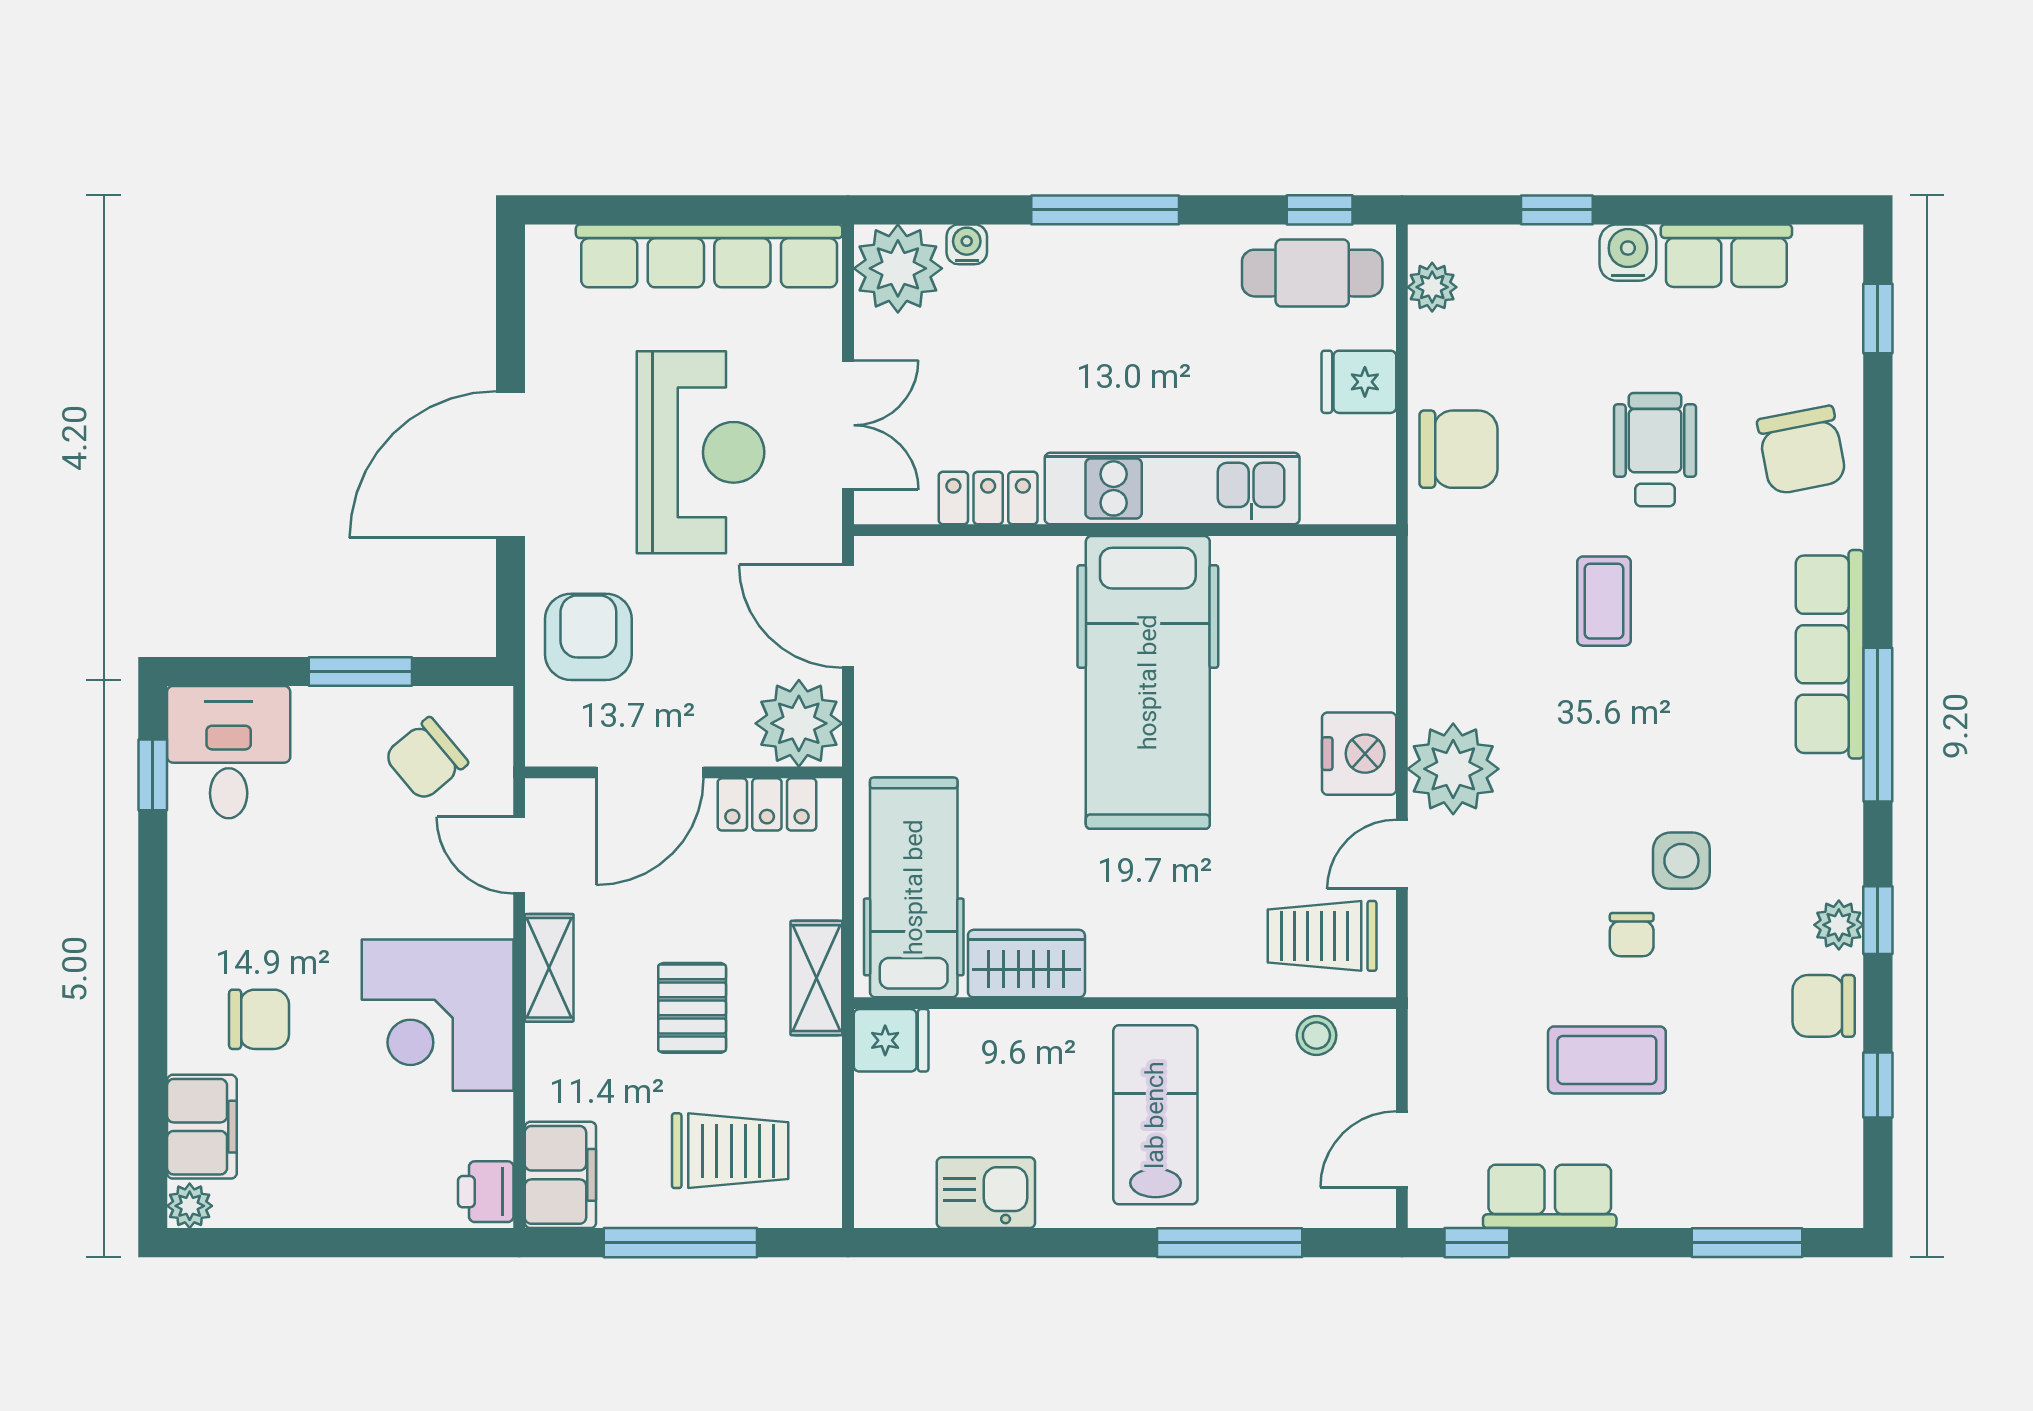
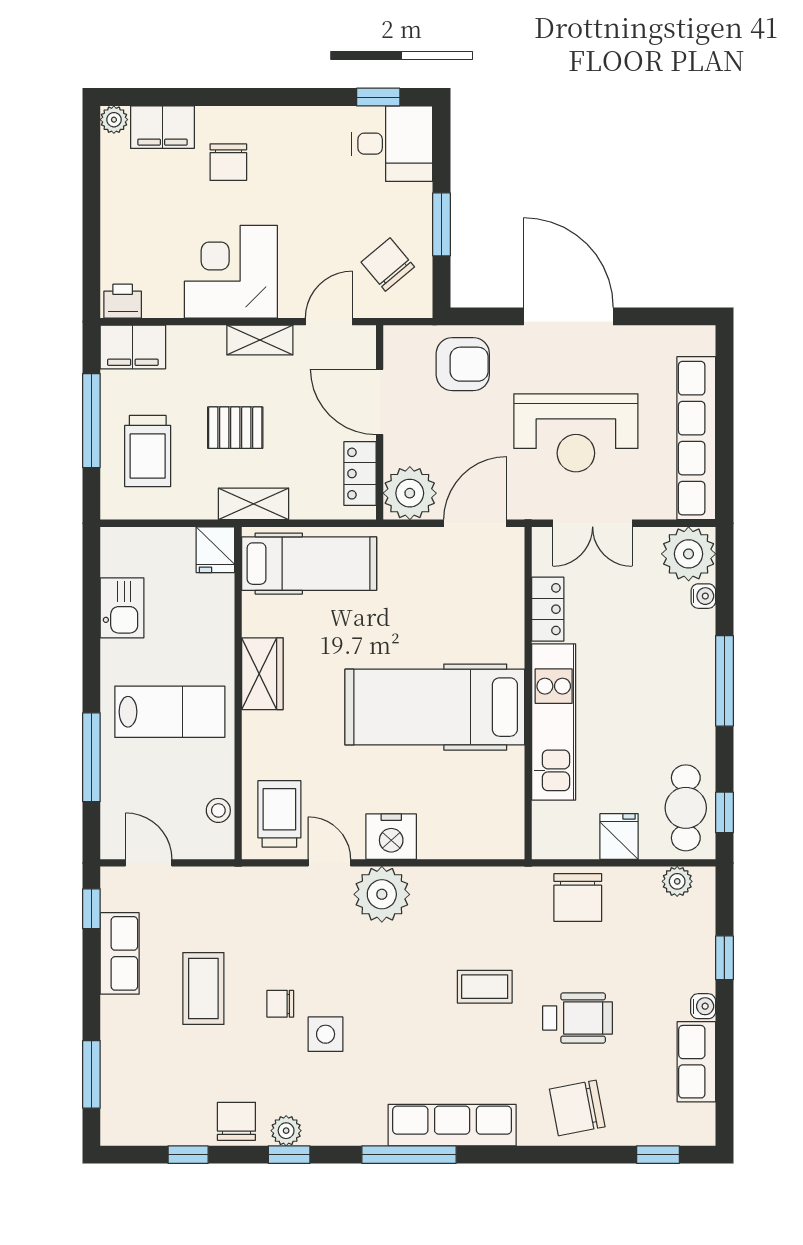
water cooler: (1628, 253) -> (703, 1006), width x0.72, depth x0.72
wardrobe: (1026, 964) -> (262, 674), moved

